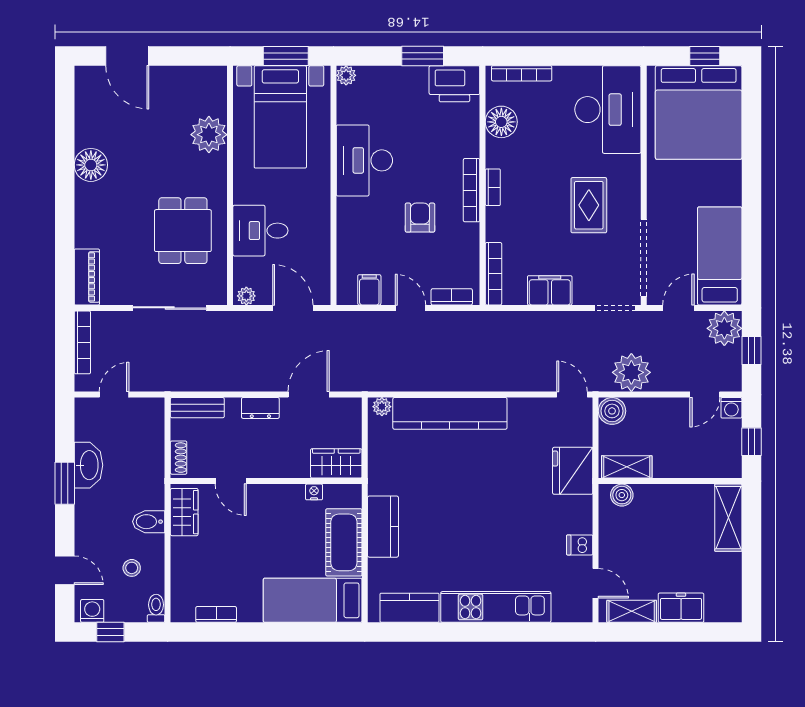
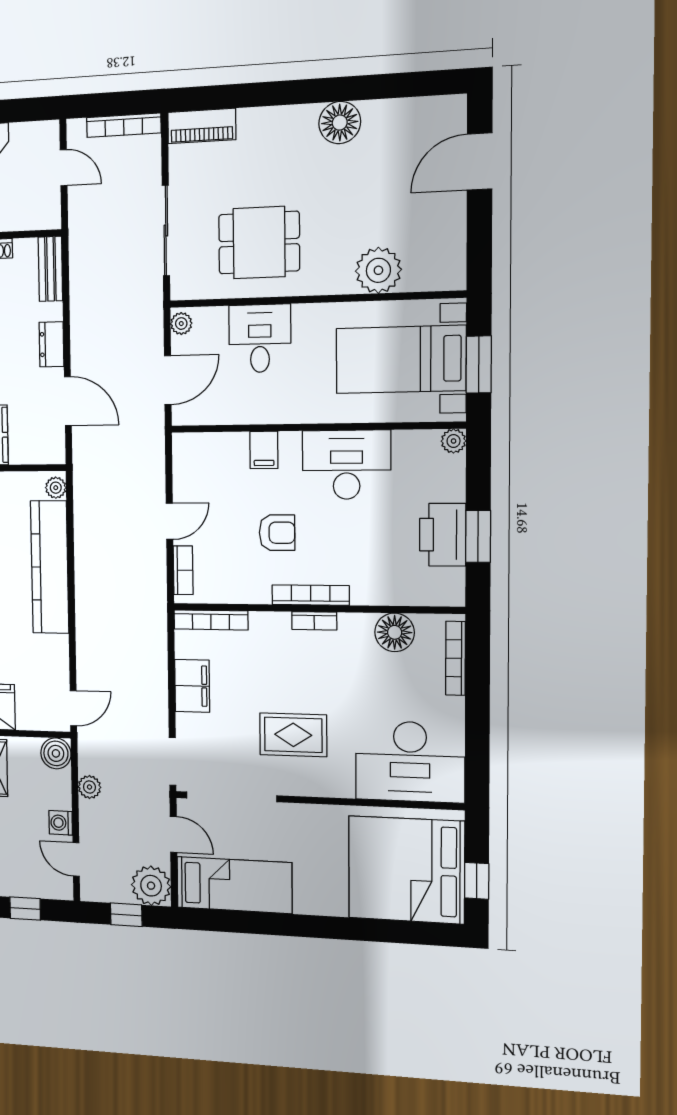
printer: (454, 84) -> (443, 535), moved
filing cabinet: (369, 290) -> (264, 450), moved, turned 90
plant: (631, 372) -> (89, 787), width x0.53, depth x0.53
washing machine: (731, 408) -> (61, 823), moved

